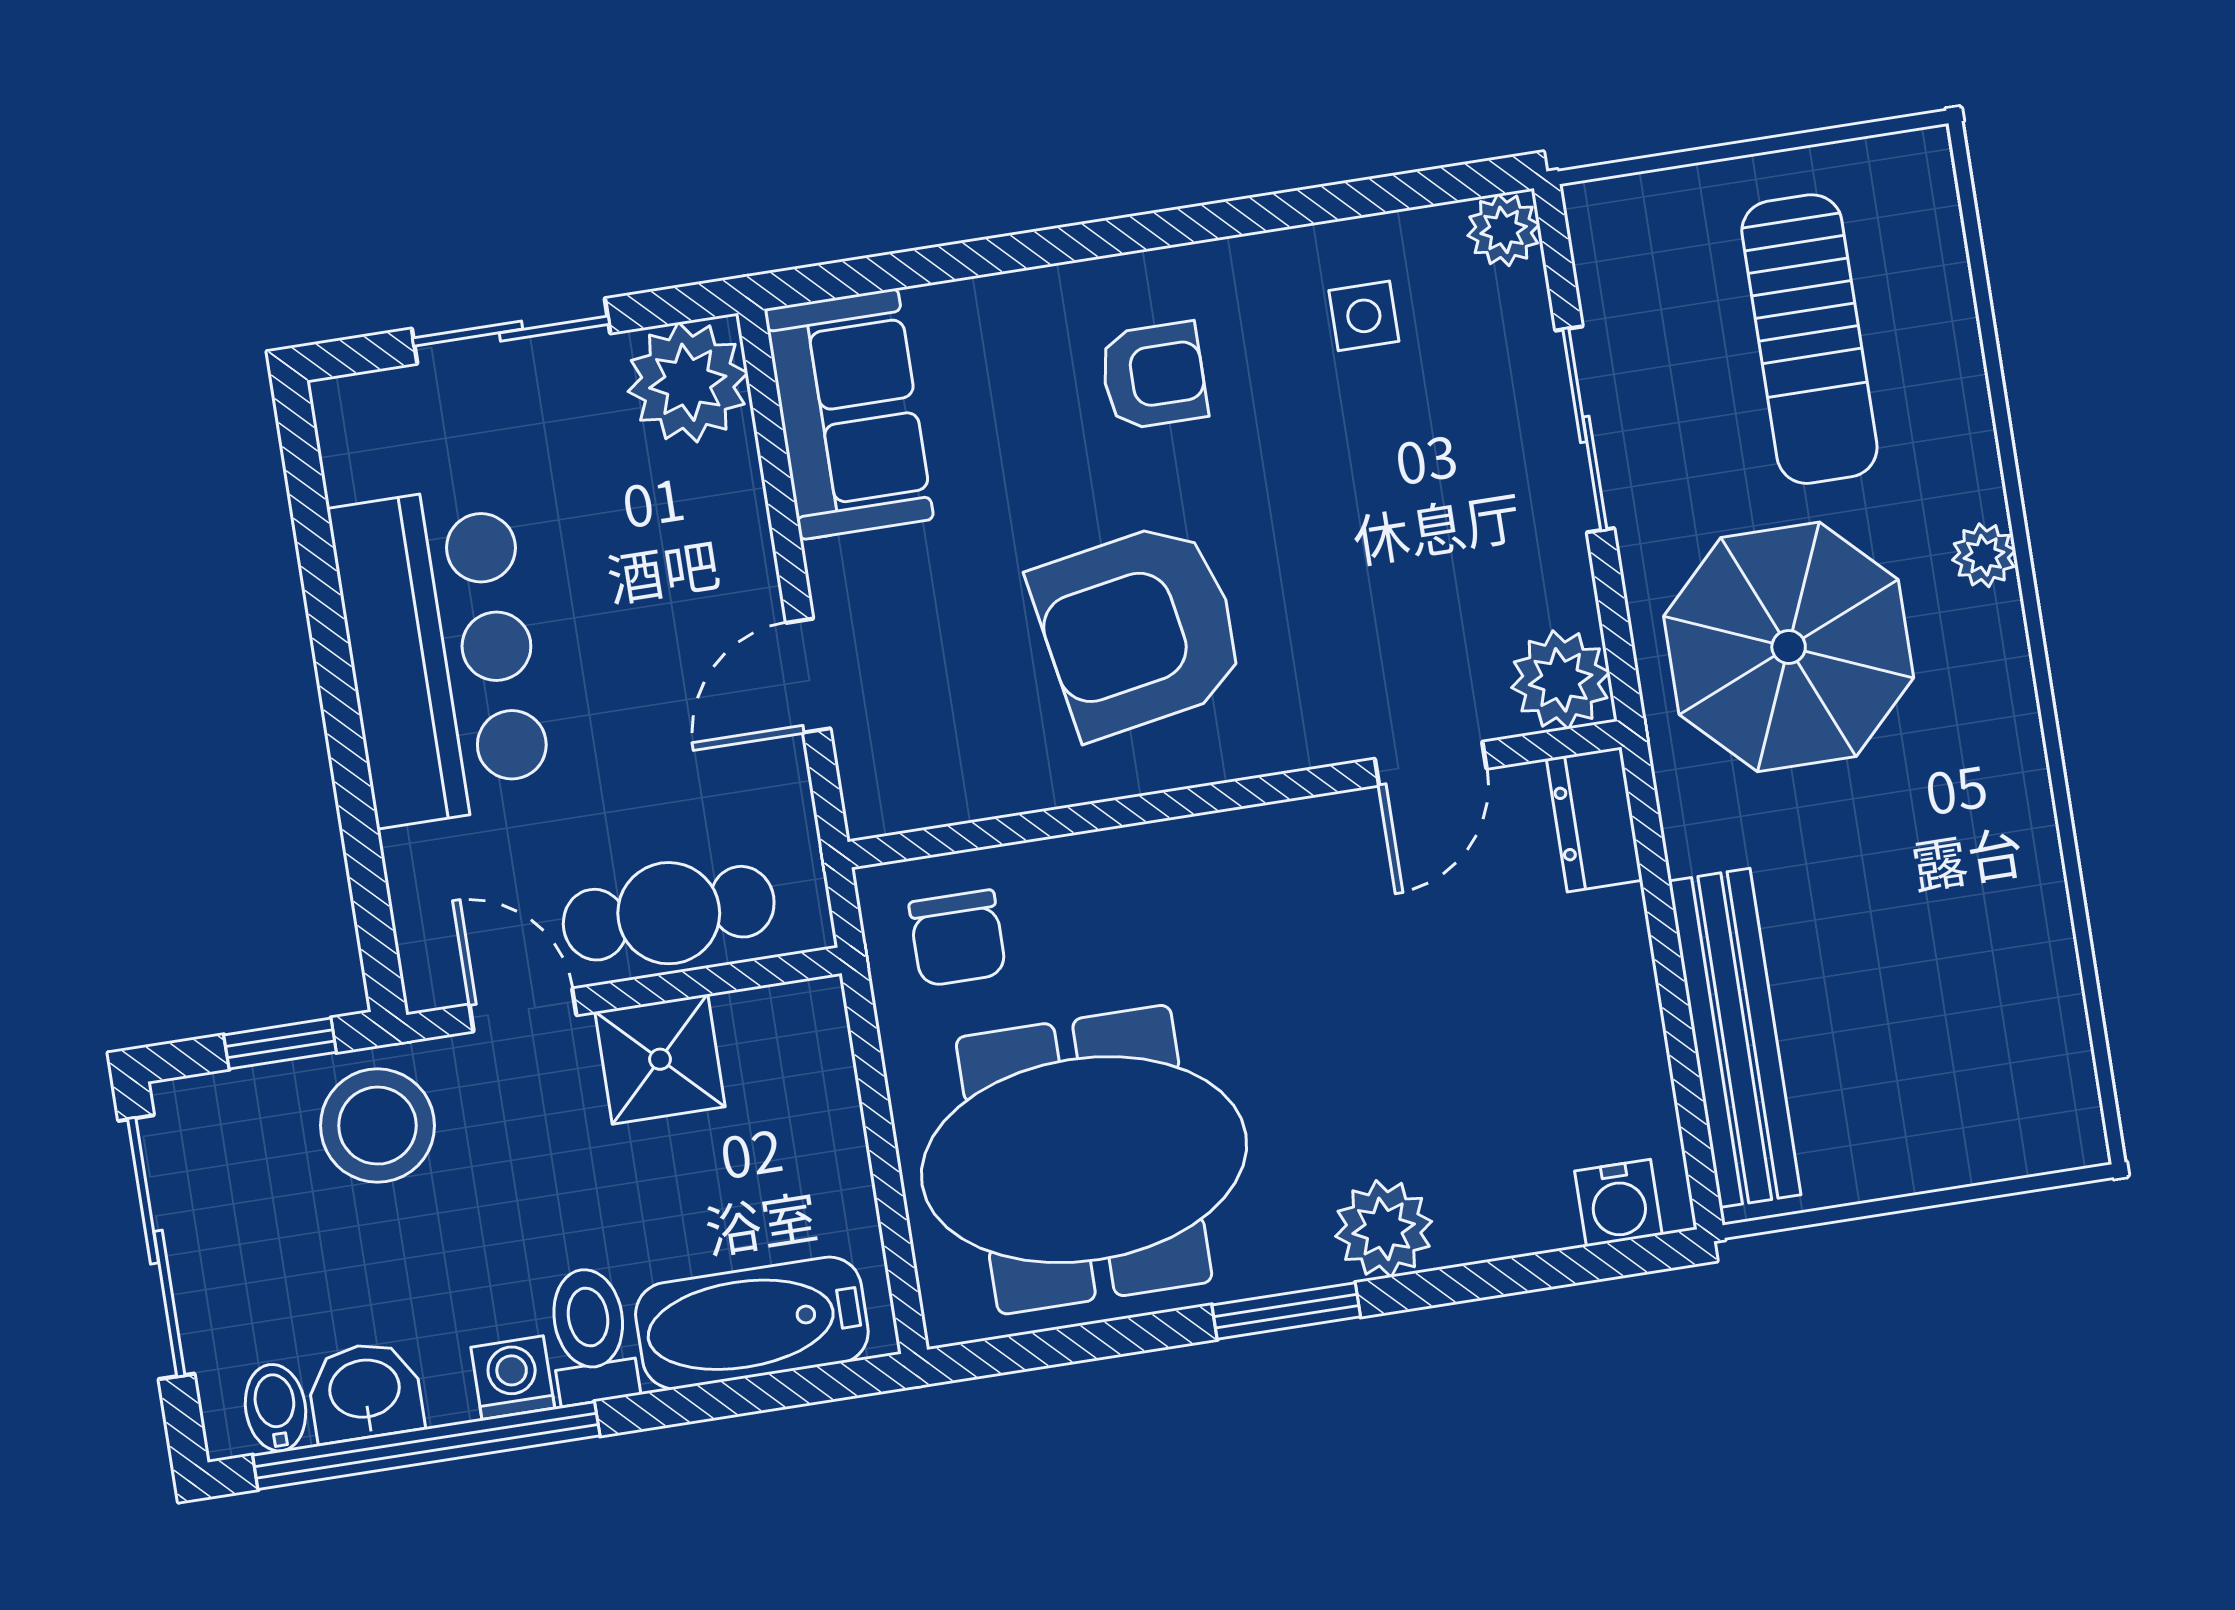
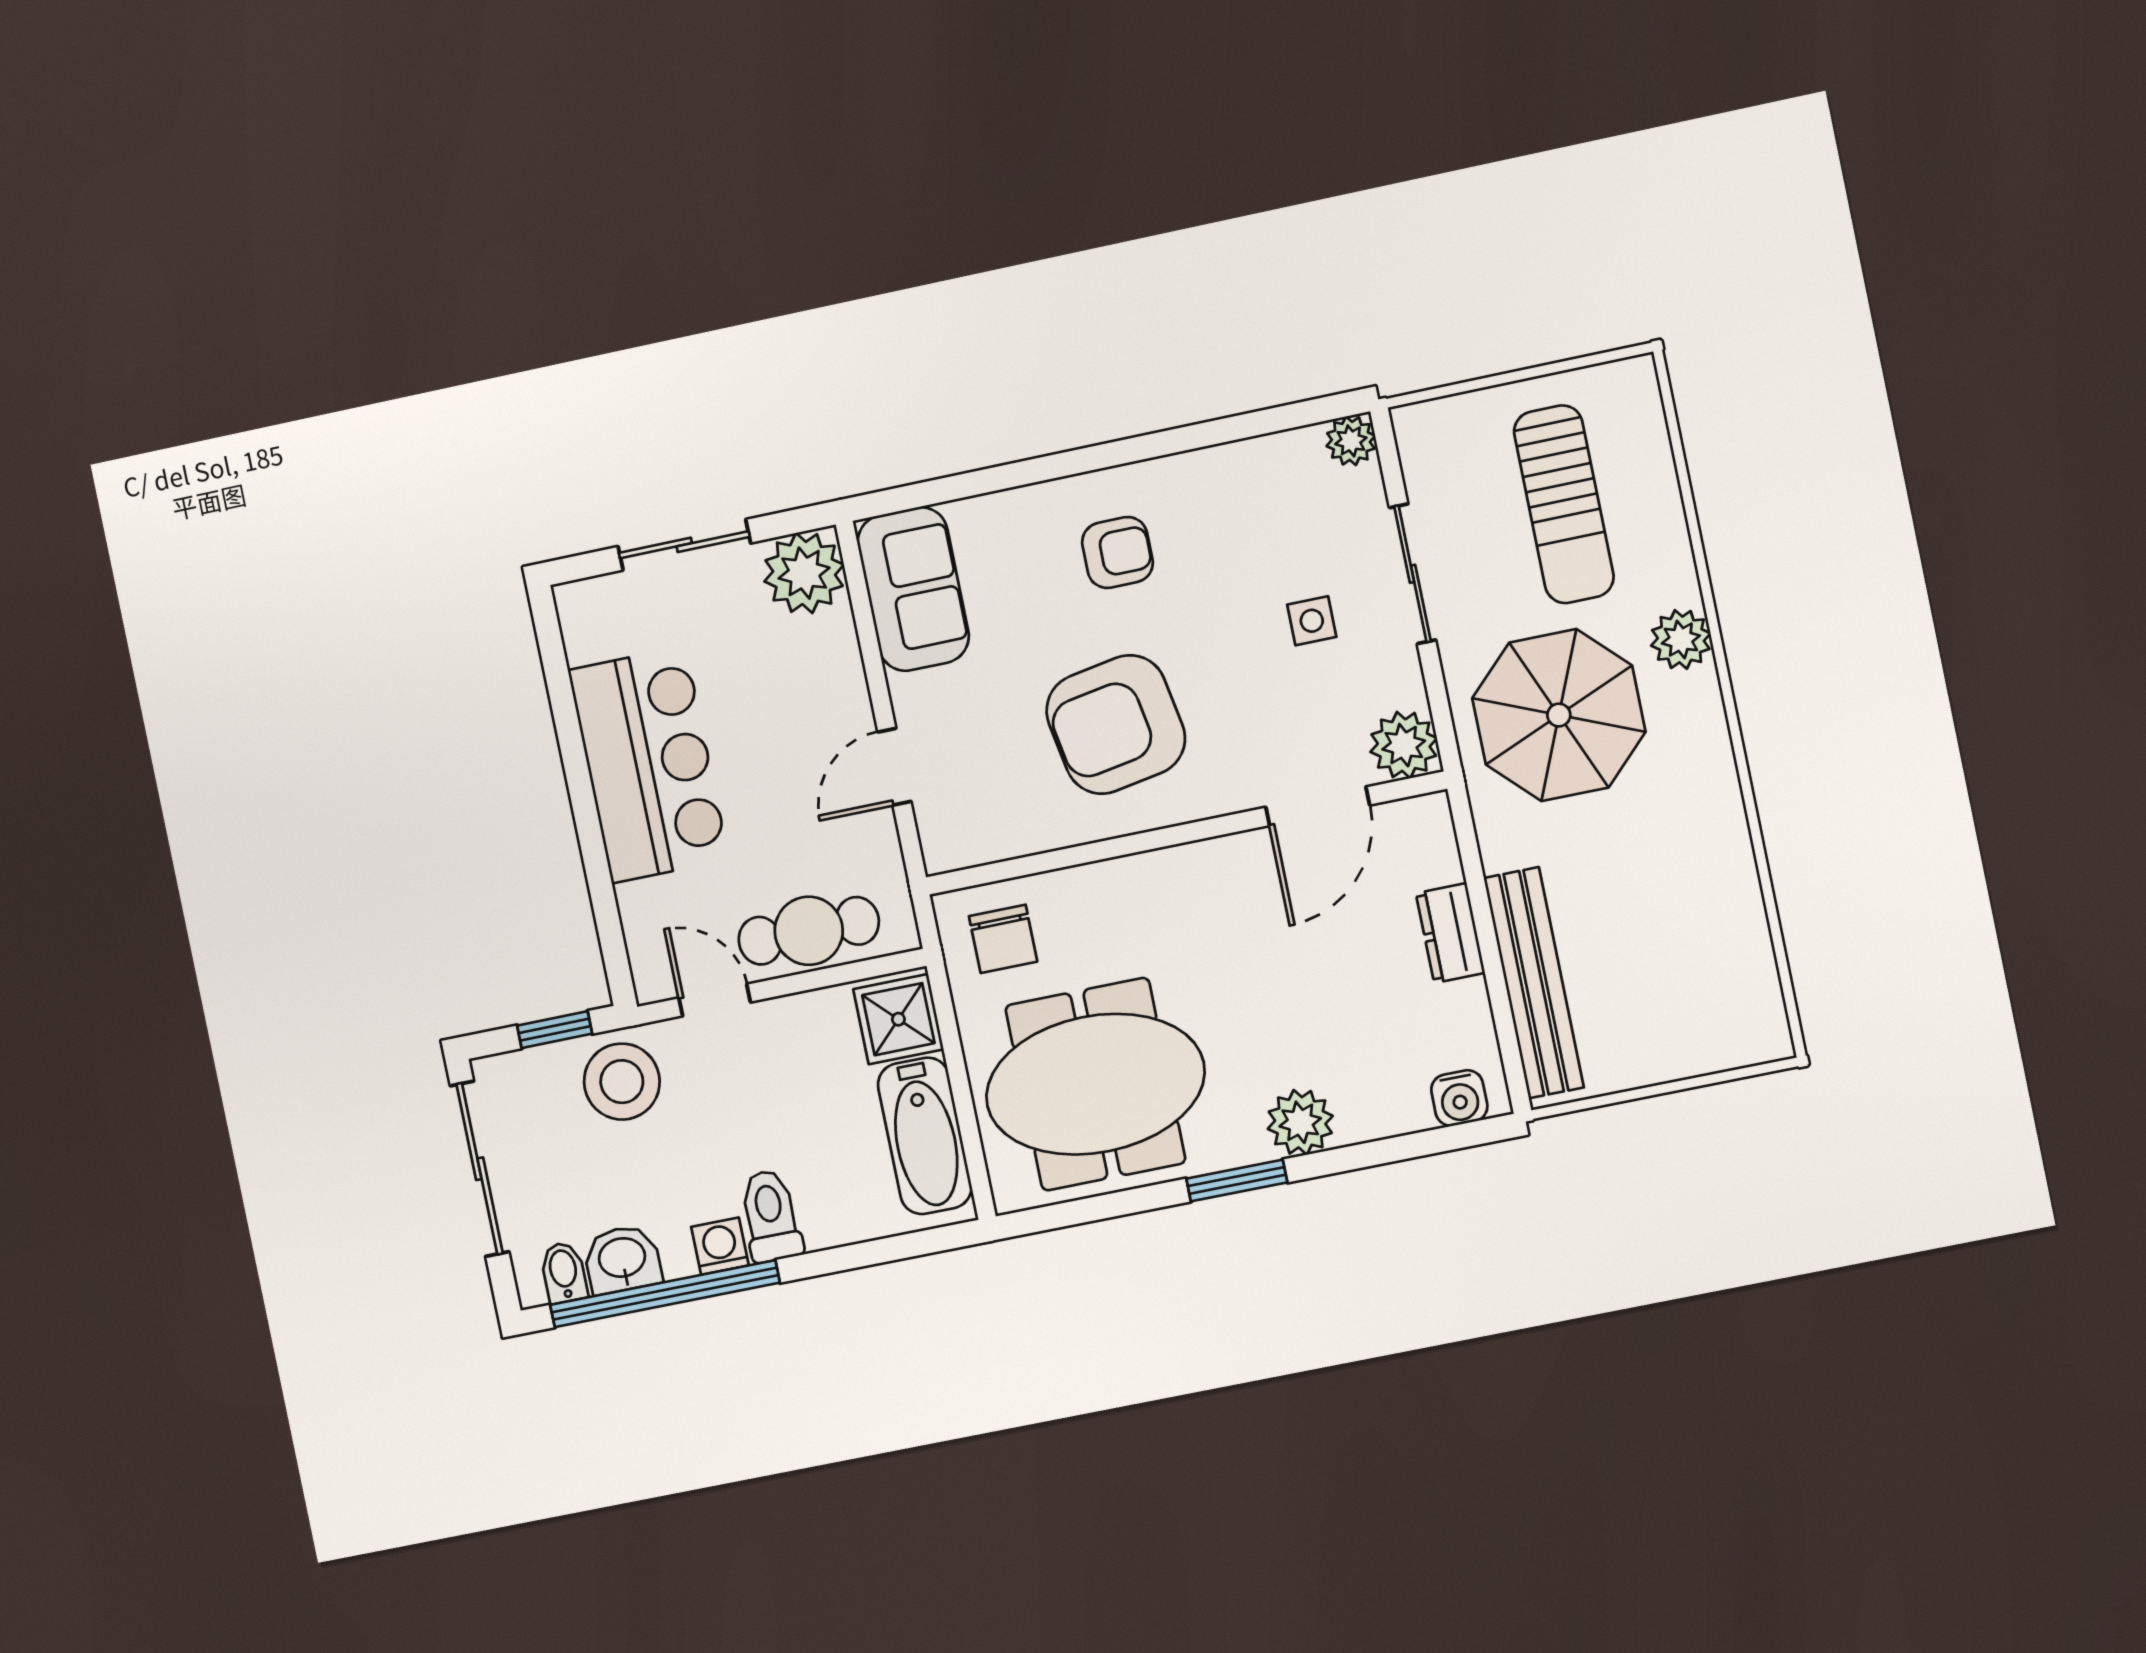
side table: (1364, 316) -> (1312, 621), moved
plant: (1984, 555) -> (1681, 640), width x1.38, depth x1.38
door: (1431, 764) -> (1318, 806), width x1.38
dresser: (1594, 819) -> (1450, 933), moved
shower: (660, 1059) -> (898, 1019), moved
bathtub: (752, 1323) -> (925, 1136), moved, turned -90

